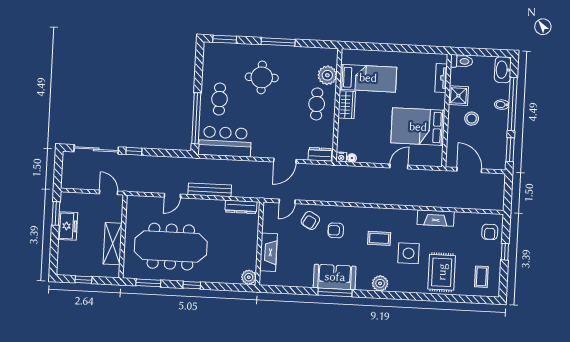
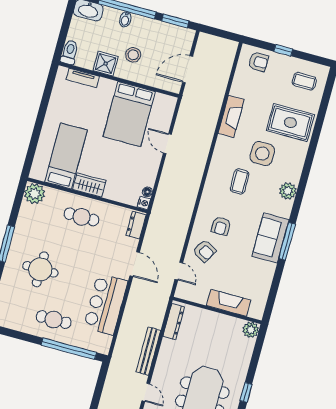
plant: (327, 75) -> (35, 194), moved
bar counter: (225, 142) -> (106, 304), moved

